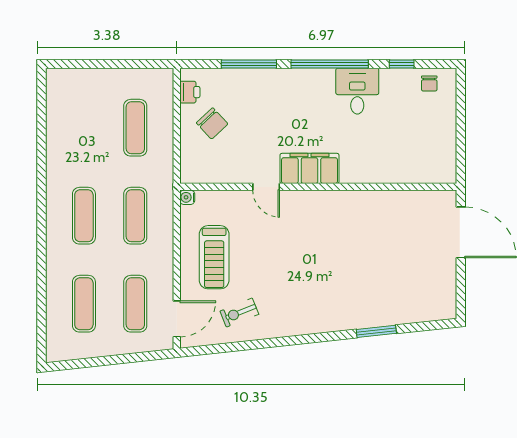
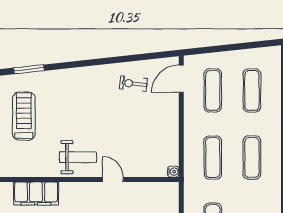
filing cabinet: (309, 168) -> (36, 194), moved
weight bench: (312, 216) -> (78, 157), added
treadmill: (214, 257) -> (24, 116), moved
exercise bike: (239, 313) -> (133, 84), turned -152

